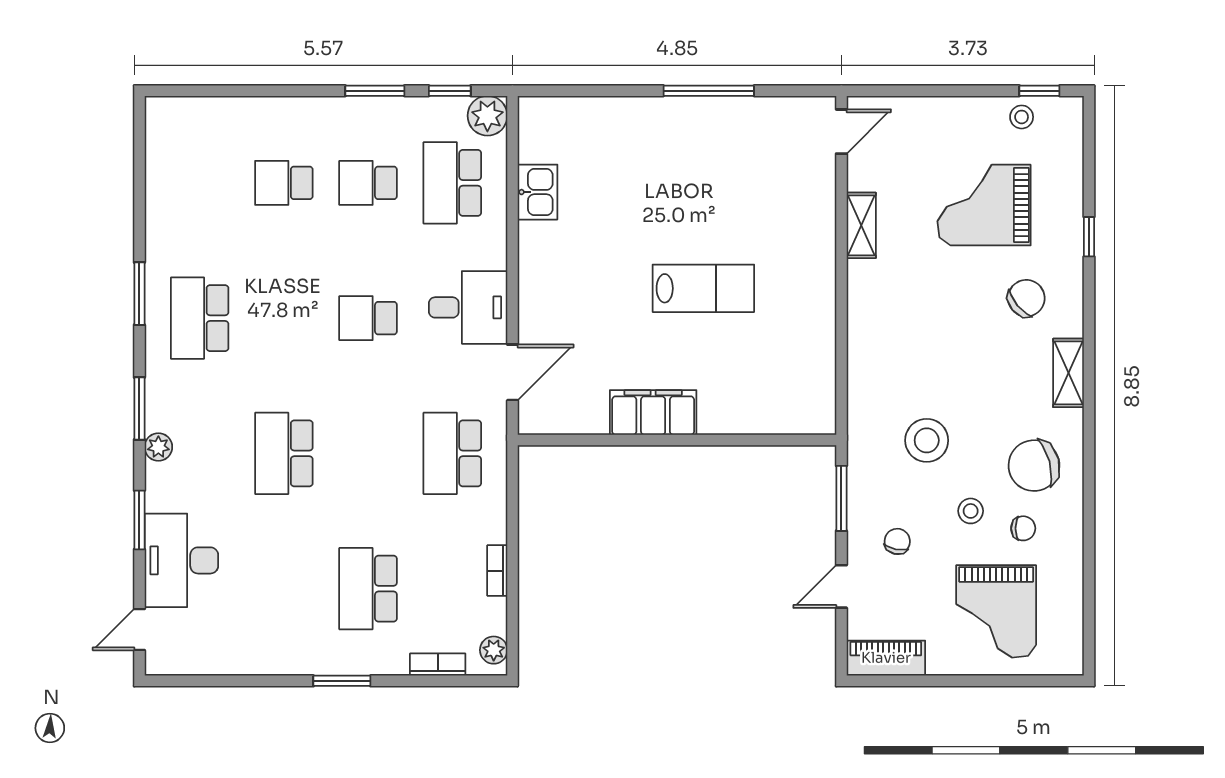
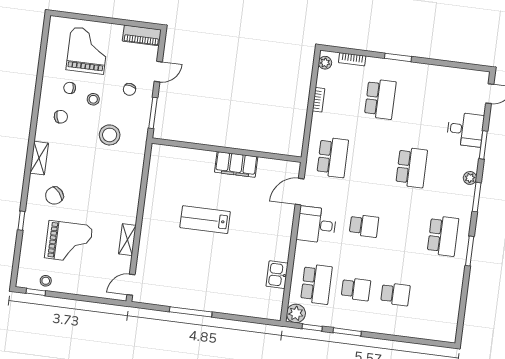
chair: (1034, 466) -> (61, 117), width x0.54, depth x0.54
desk: (181, 560) -> (465, 129), width x0.73

